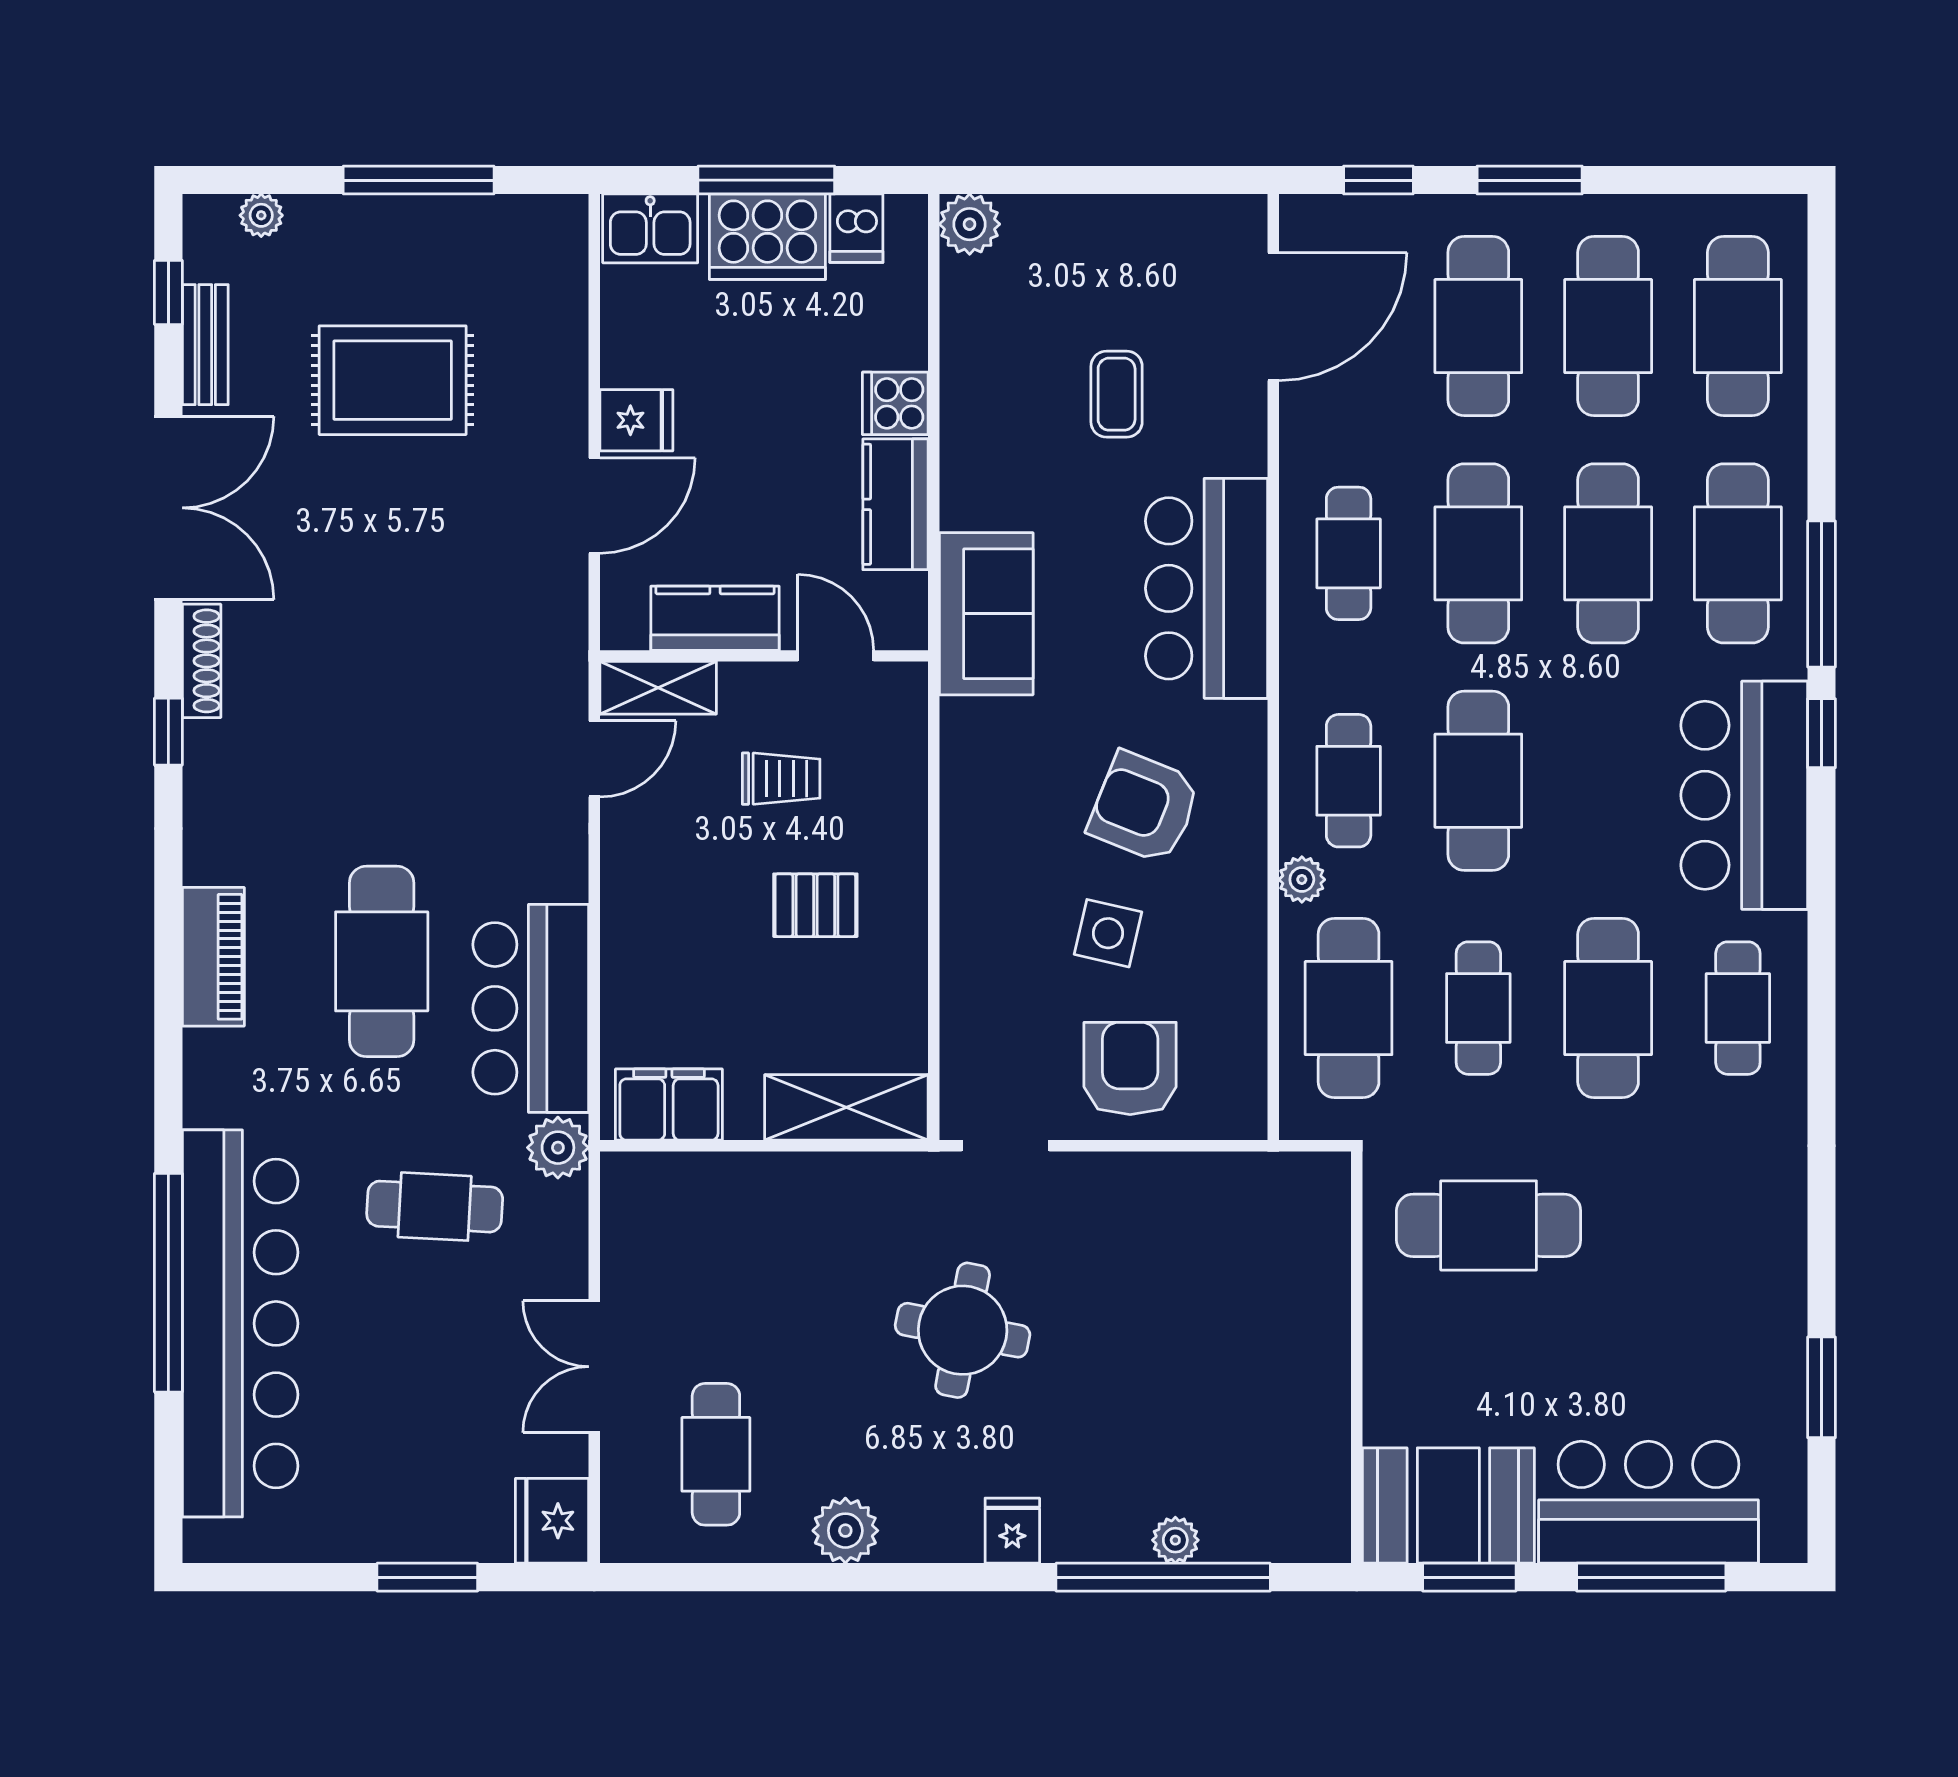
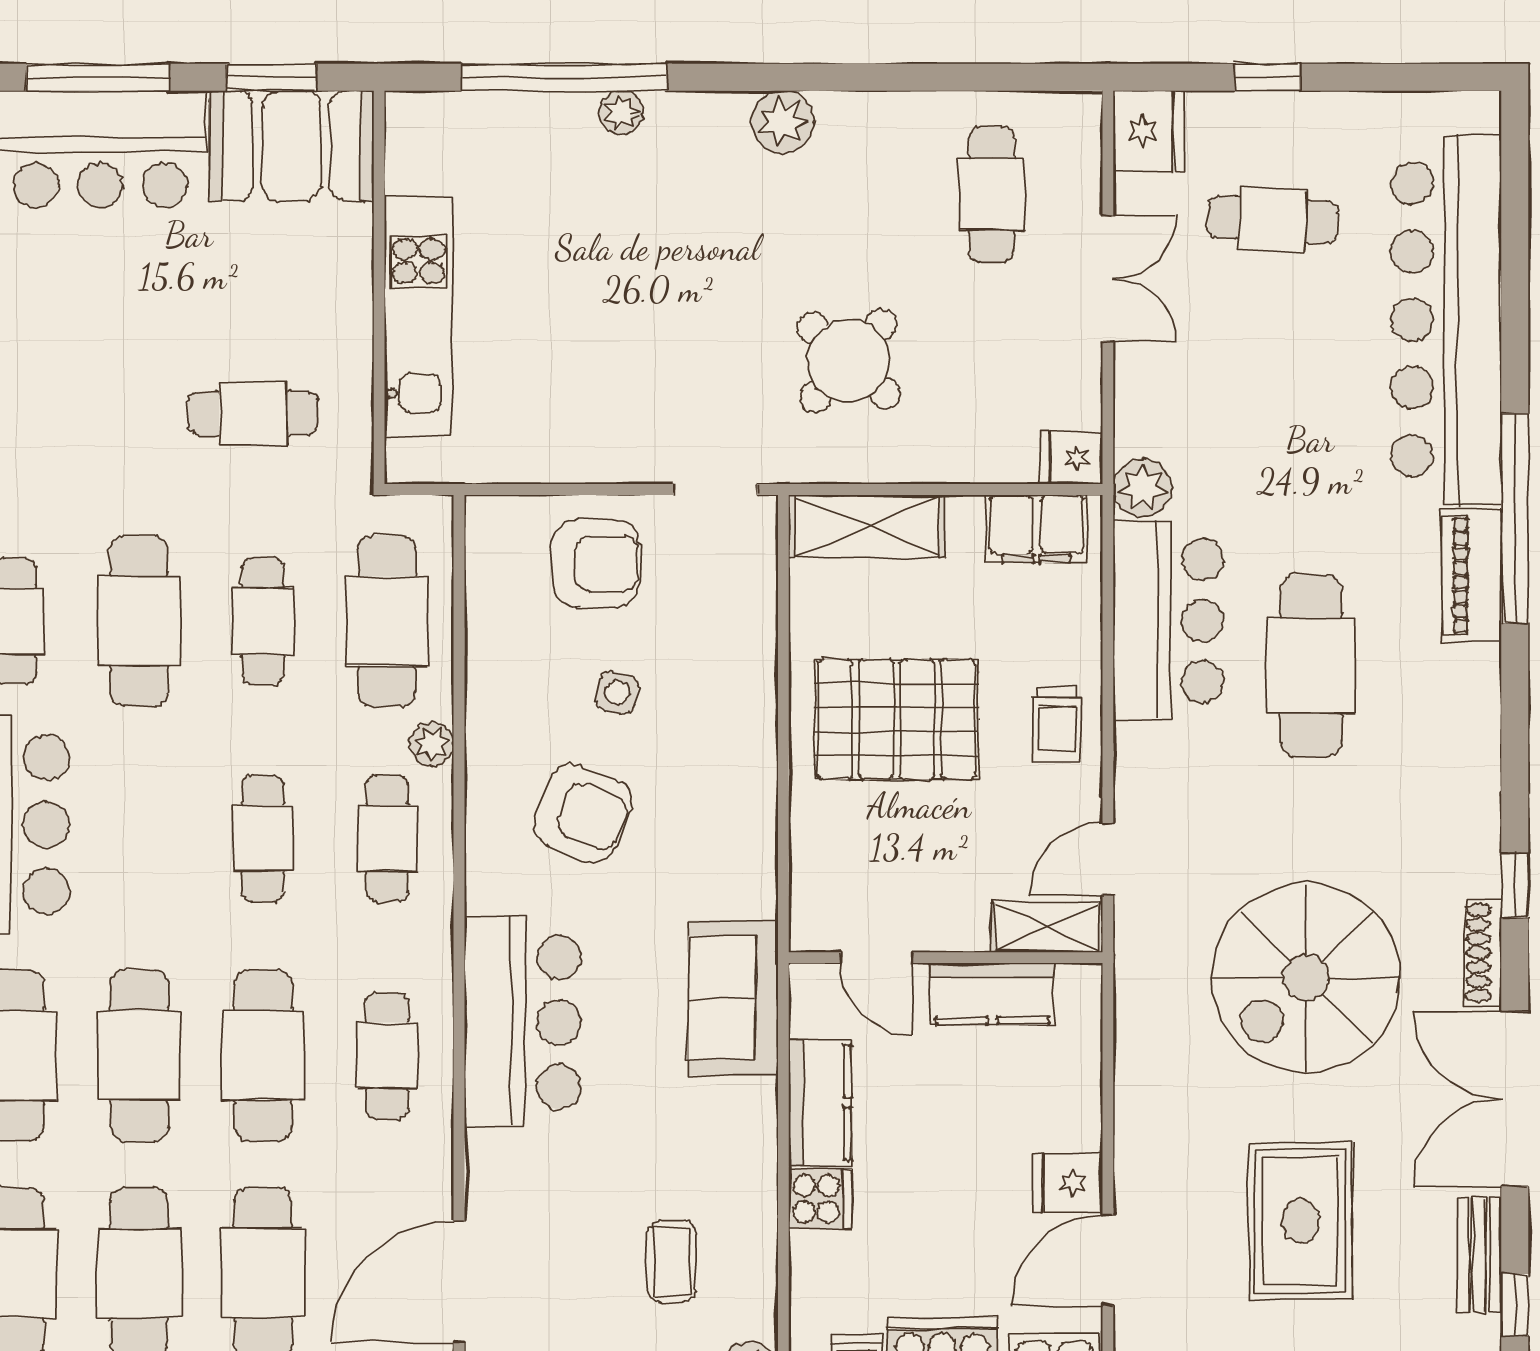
rug: (393, 380) -> (1300, 1221), turned 90
coffee table: (1117, 394) -> (672, 1262), moved
door: (594, 506) -> (1108, 1260), moved
spiral stairs: (387, 635) -> (1306, 978), added
trolley: (781, 779) -> (1057, 724), moved, turned -90
cafe table: (1478, 781) -> (263, 838), width x0.73, depth x0.74
pallet: (815, 905) -> (897, 719), width x2.05, depth x2.00
side table: (1108, 933) -> (617, 693), width x0.73, depth x0.73
piano: (213, 957) -> (1472, 575), moved
armchair: (1130, 1068) -> (596, 563), turned -90
cafe table: (435, 1207) -> (1273, 220), moved
cafe table: (1489, 1225) -> (253, 413), width x0.73, depth x0.74
window: (168, 1283) -> (1515, 518), moved
kitchen unit: (1316, 1327) -> (418, 317), added
round table: (963, 1330) -> (849, 361), moved, turned 31
plant: (845, 1531) -> (783, 122), moved
fridge: (1012, 1531) -> (1071, 458), moved, turned 90
plant: (1175, 1540) -> (621, 113), moved
window: (427, 1577) -> (1267, 77), width x0.67

